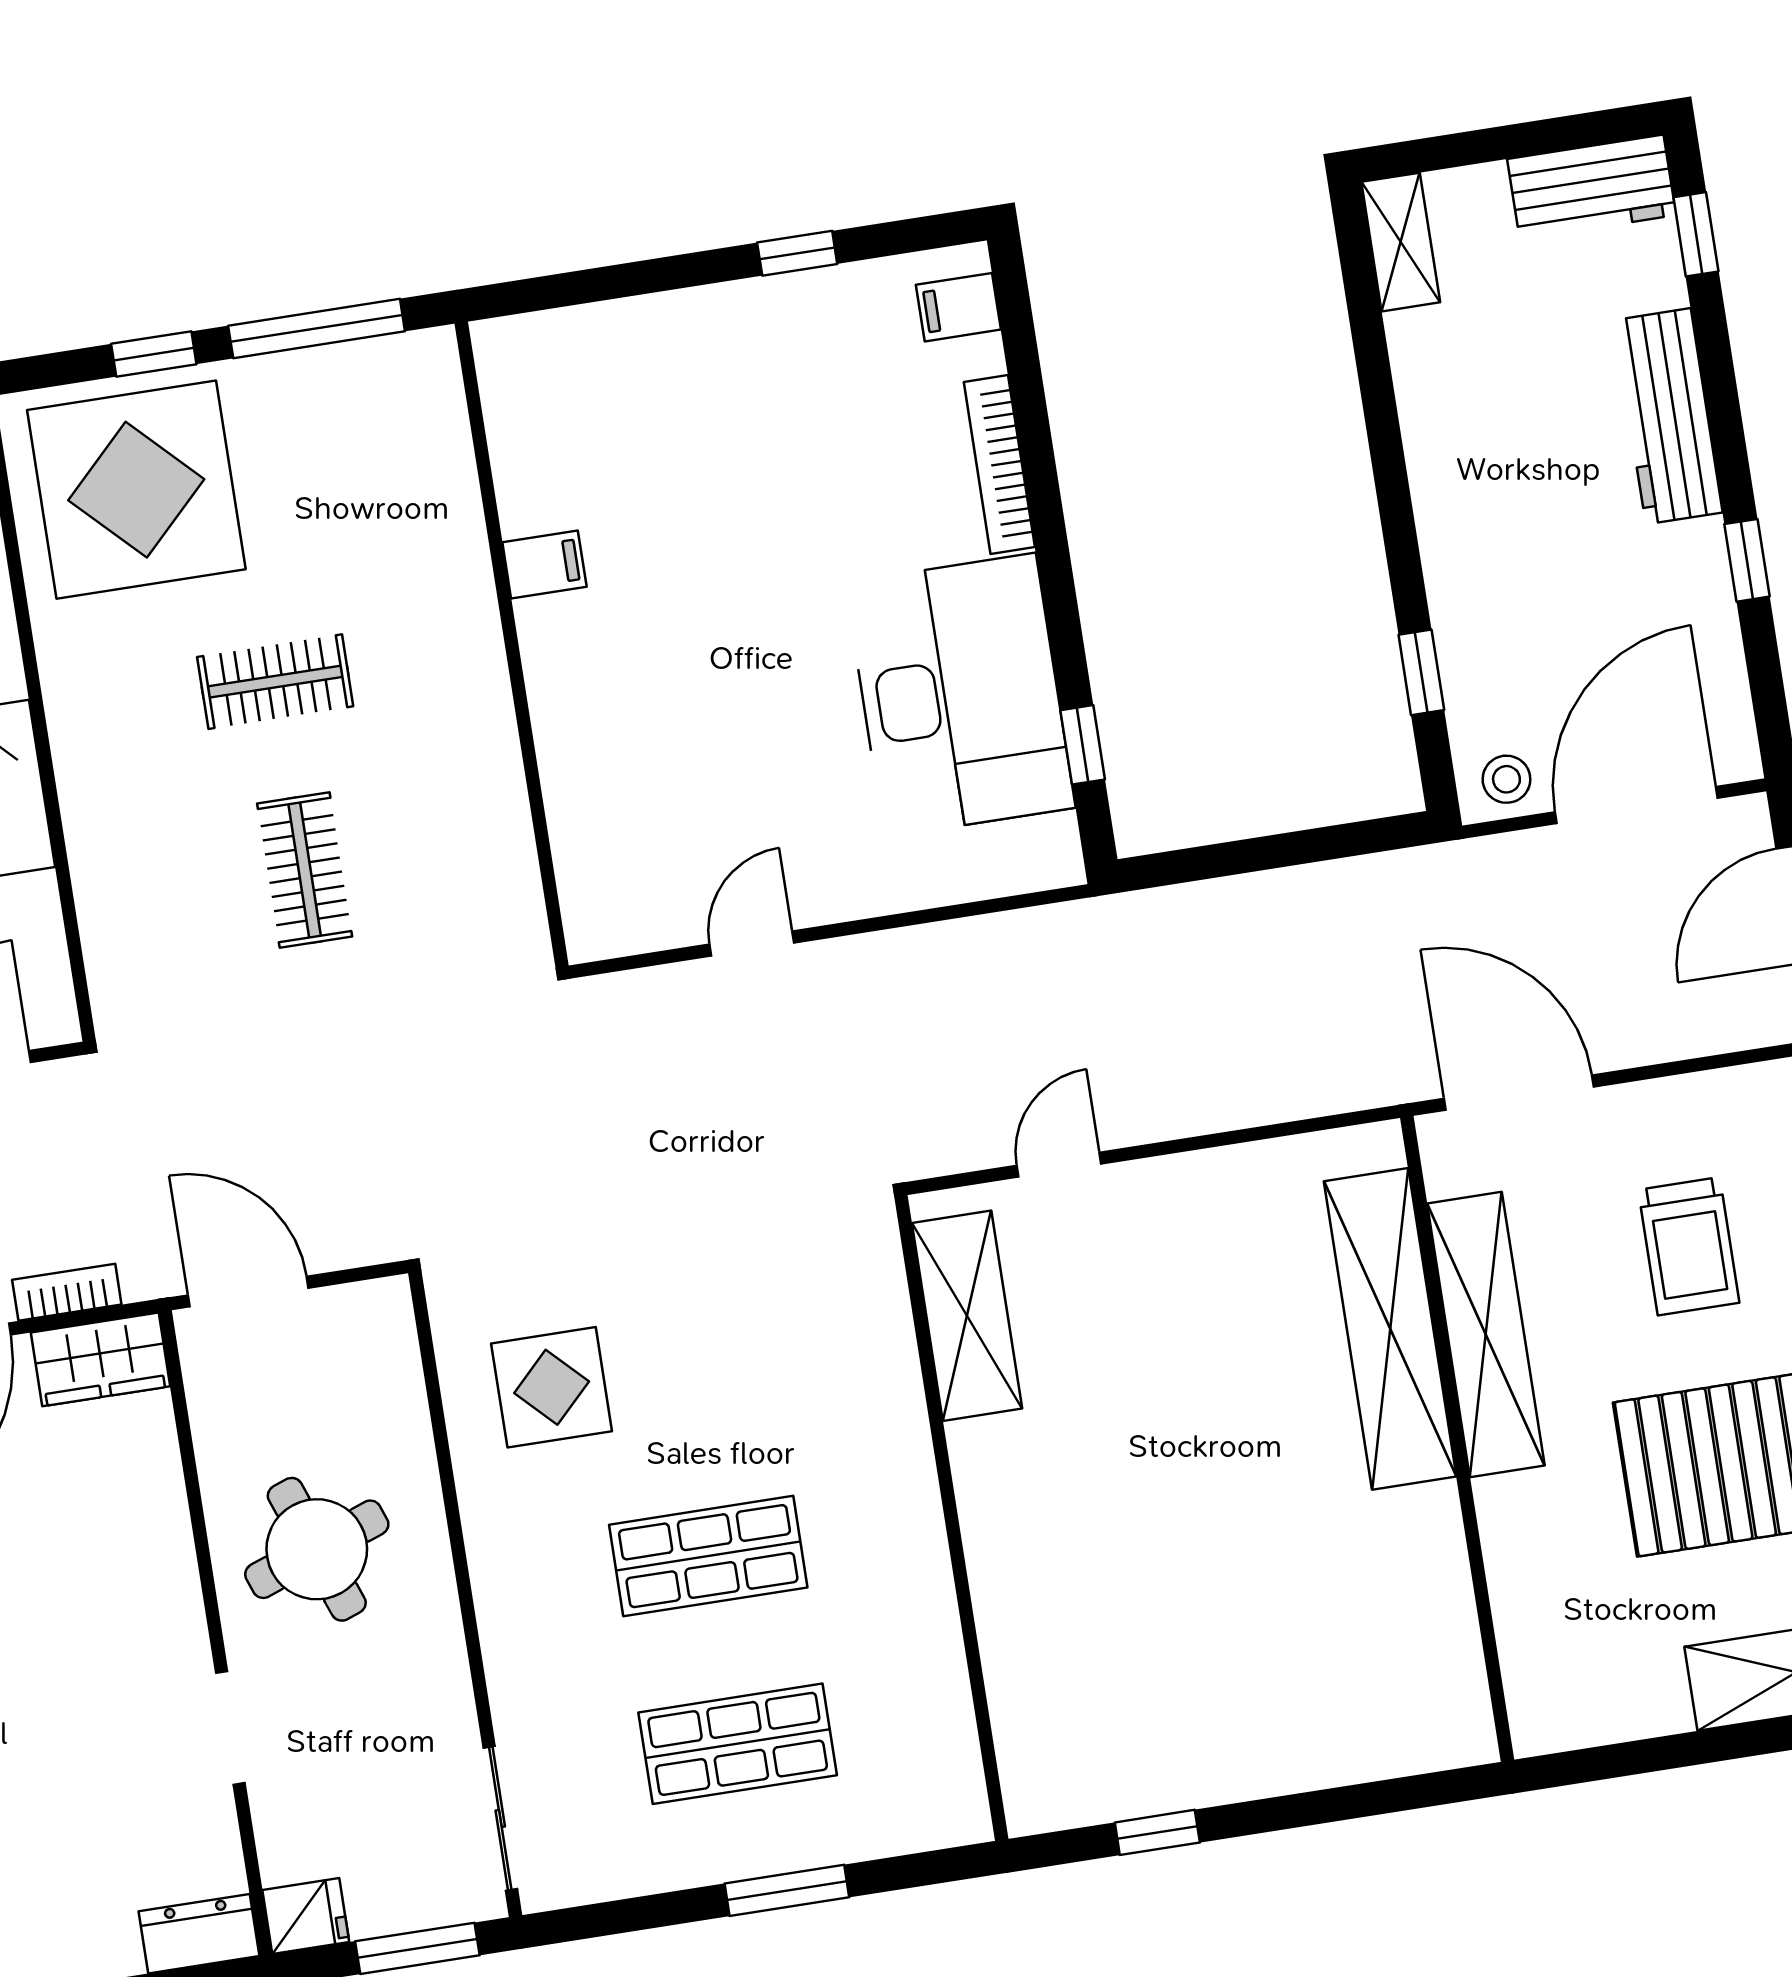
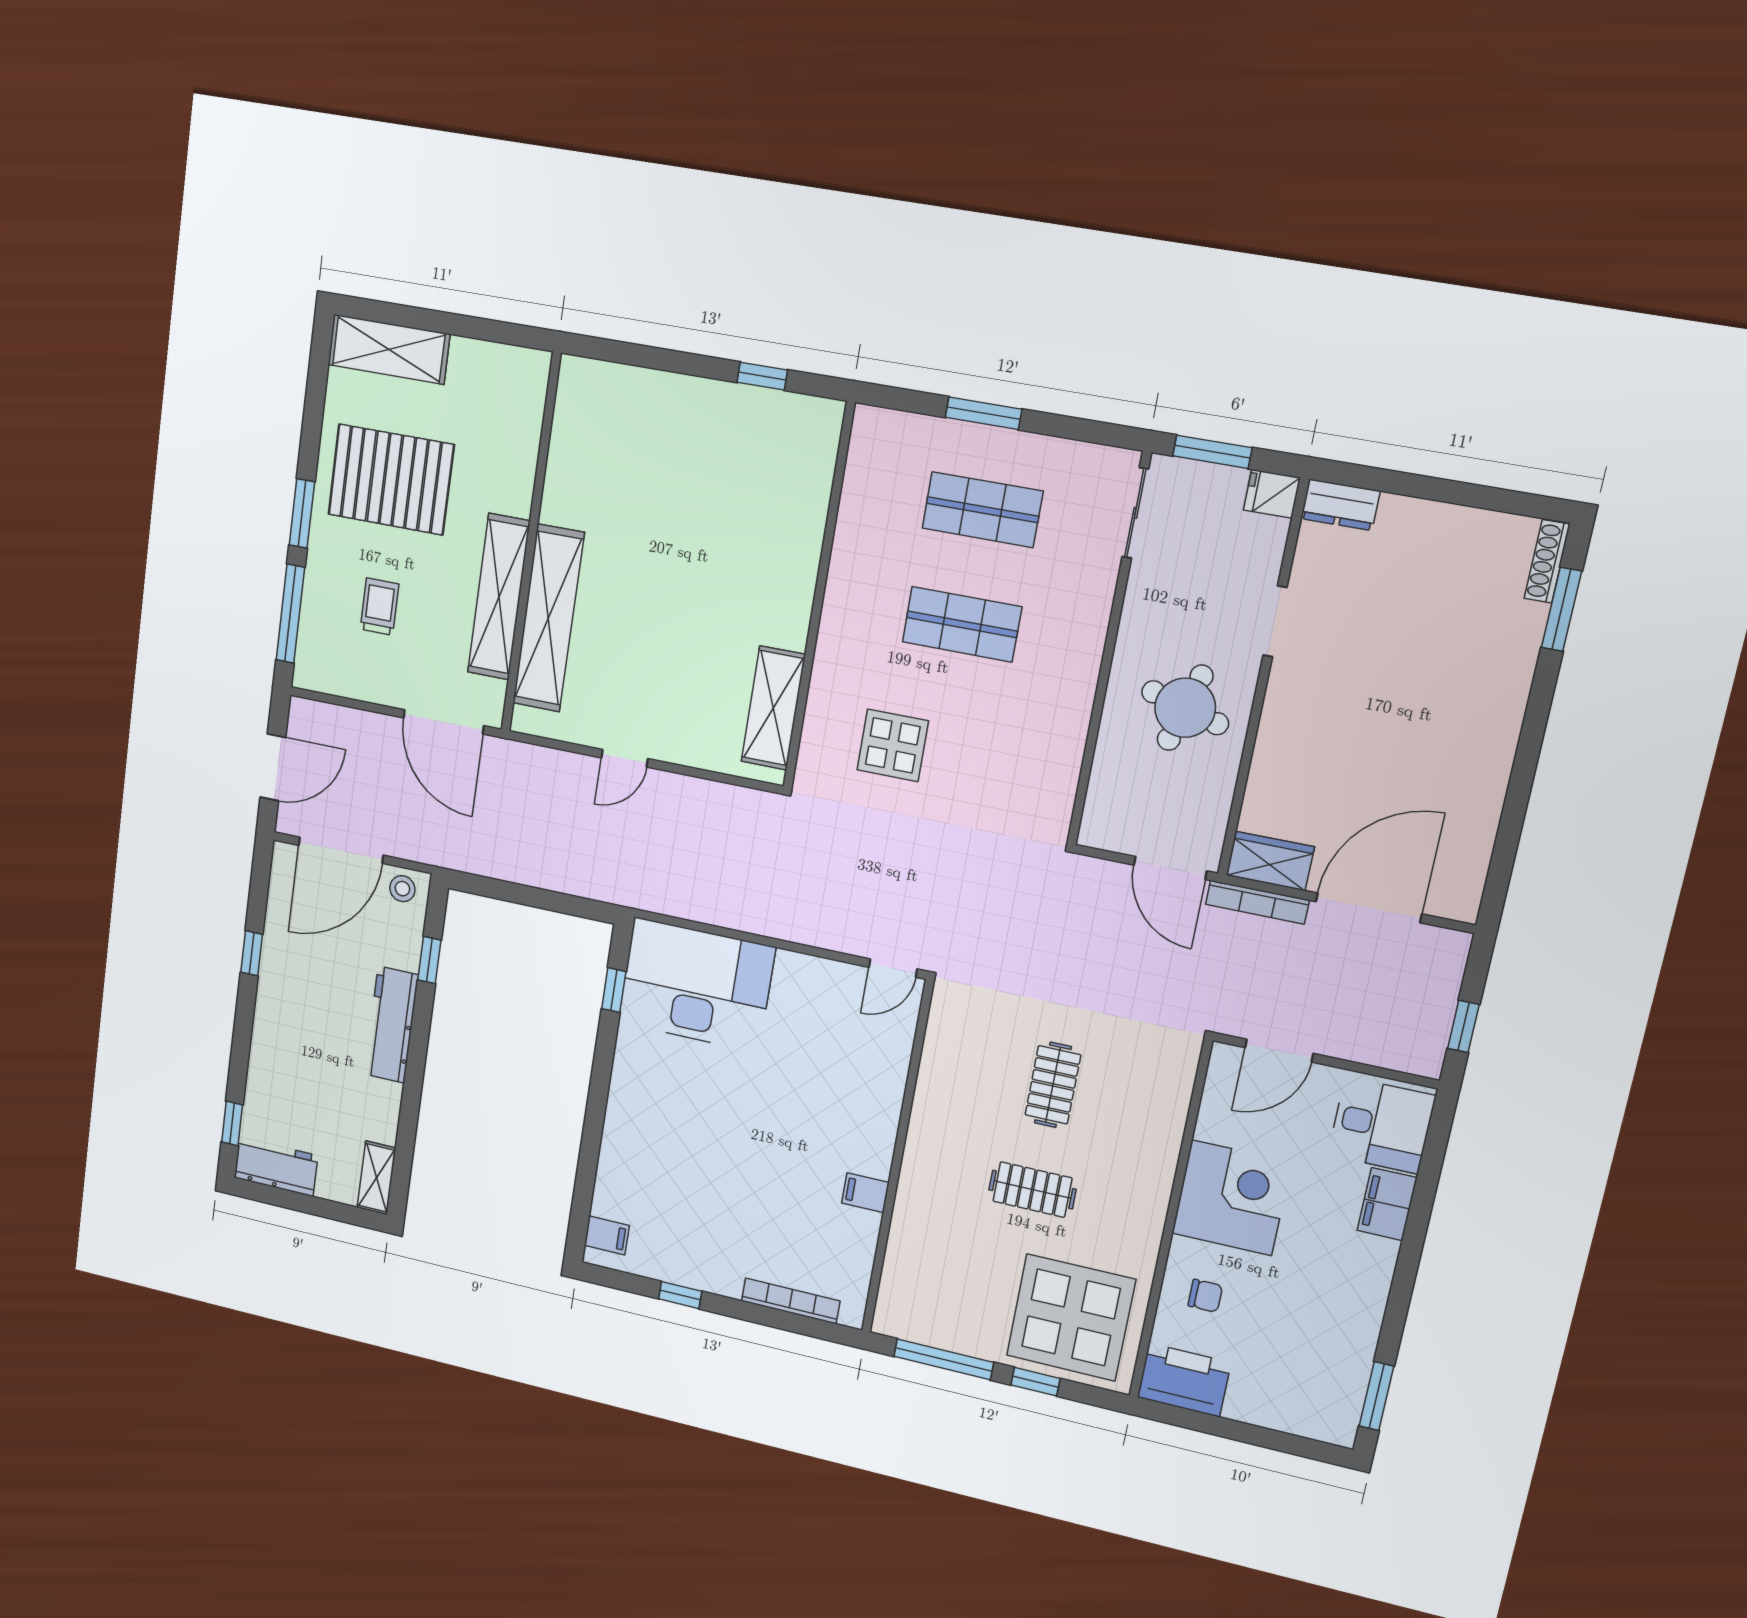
workbench: (1668, 416) -> (391, 1025), moved, turned 180
bookcase: (999, 464) -> (791, 1301), moved, turned -90
desk: (960, 695) -> (696, 985), moved, turned 90
door: (752, 944) -> (893, 968), moved
door: (1059, 1165) -> (625, 758), moved
trolley: (1689, 1246) -> (380, 607), width x0.73, depth x0.72
bookcase: (67, 1292) -> (1257, 902), width x1.56
display table: (552, 1387) -> (893, 745), moved
round table: (317, 1549) -> (1185, 708), turned 36

